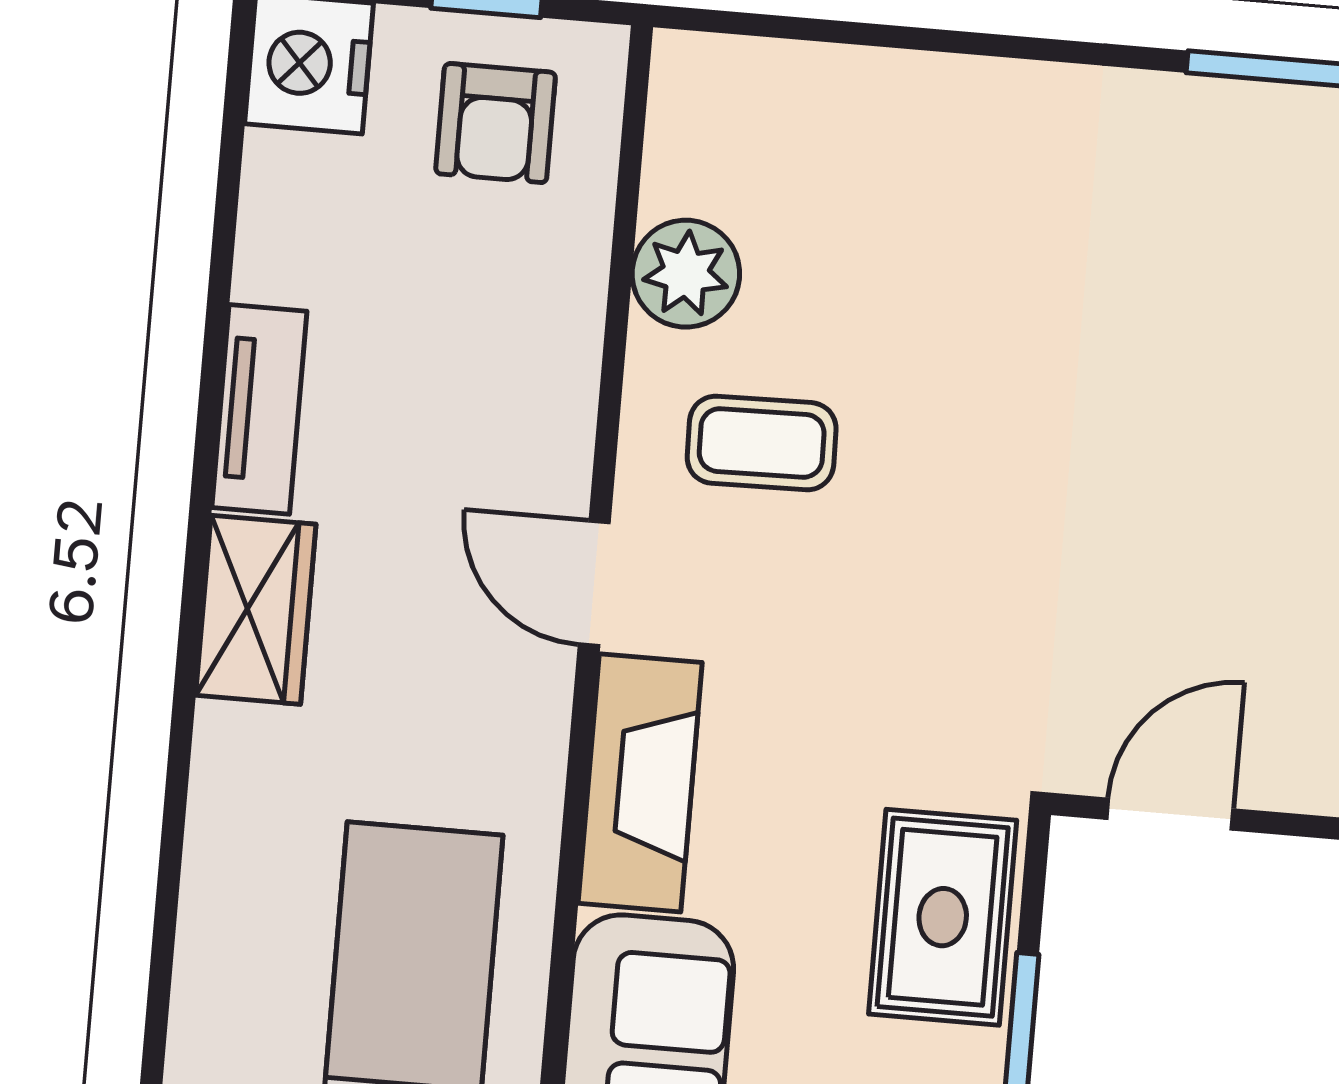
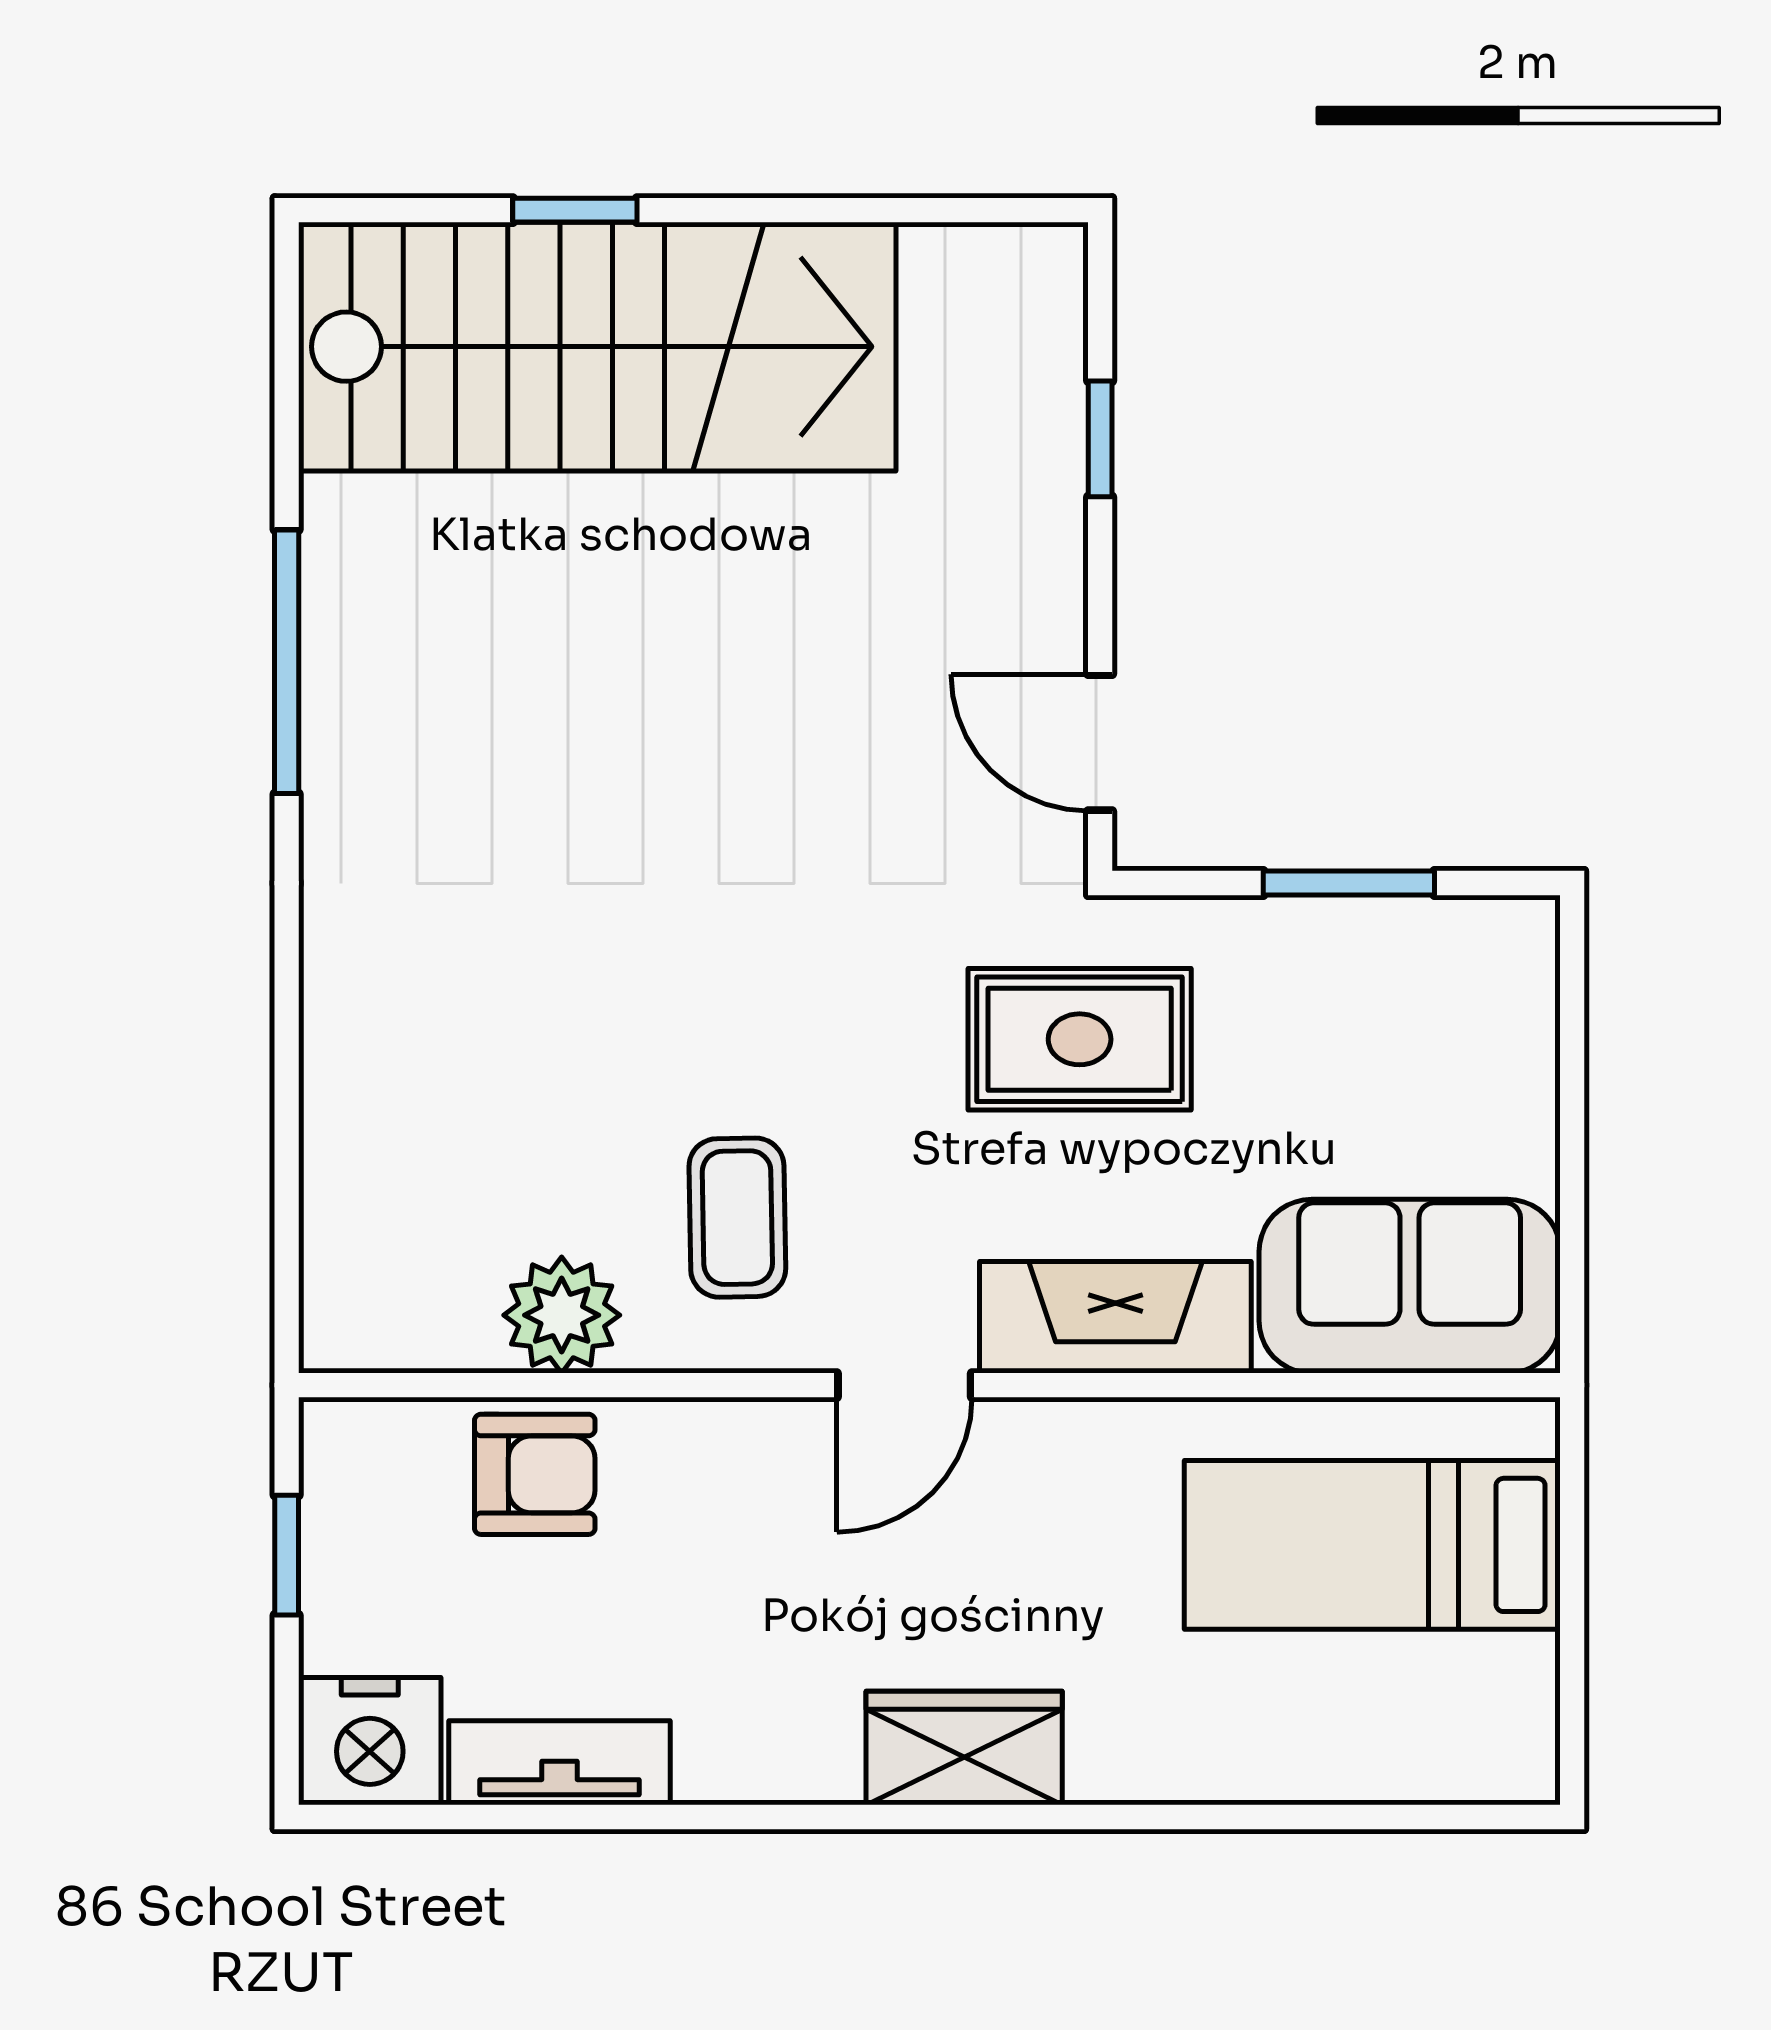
armchair: (496, 123) -> (535, 1474), moved
tv unit: (259, 409) -> (559, 1763), moved
rug: (943, 917) -> (1080, 1039), moved

